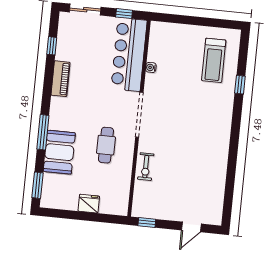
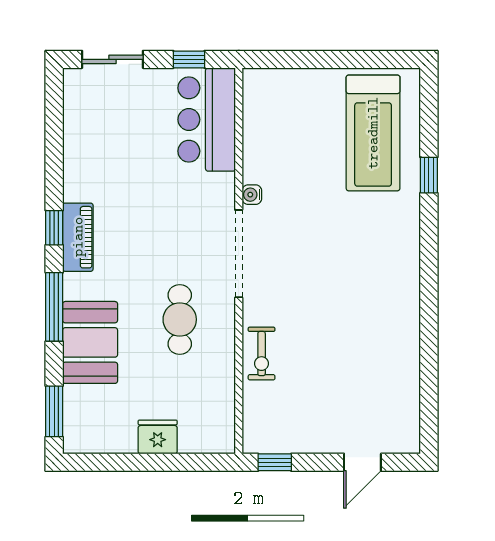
window: (52, 46) -> (54, 228), moved
bar counter: (129, 54) -> (207, 120), width x0.73
treadmill: (214, 60) -> (373, 133), width x1.37, depth x1.38
water cooler: (151, 67) -> (252, 195), moved
piano: (60, 79) -> (78, 237), moved

